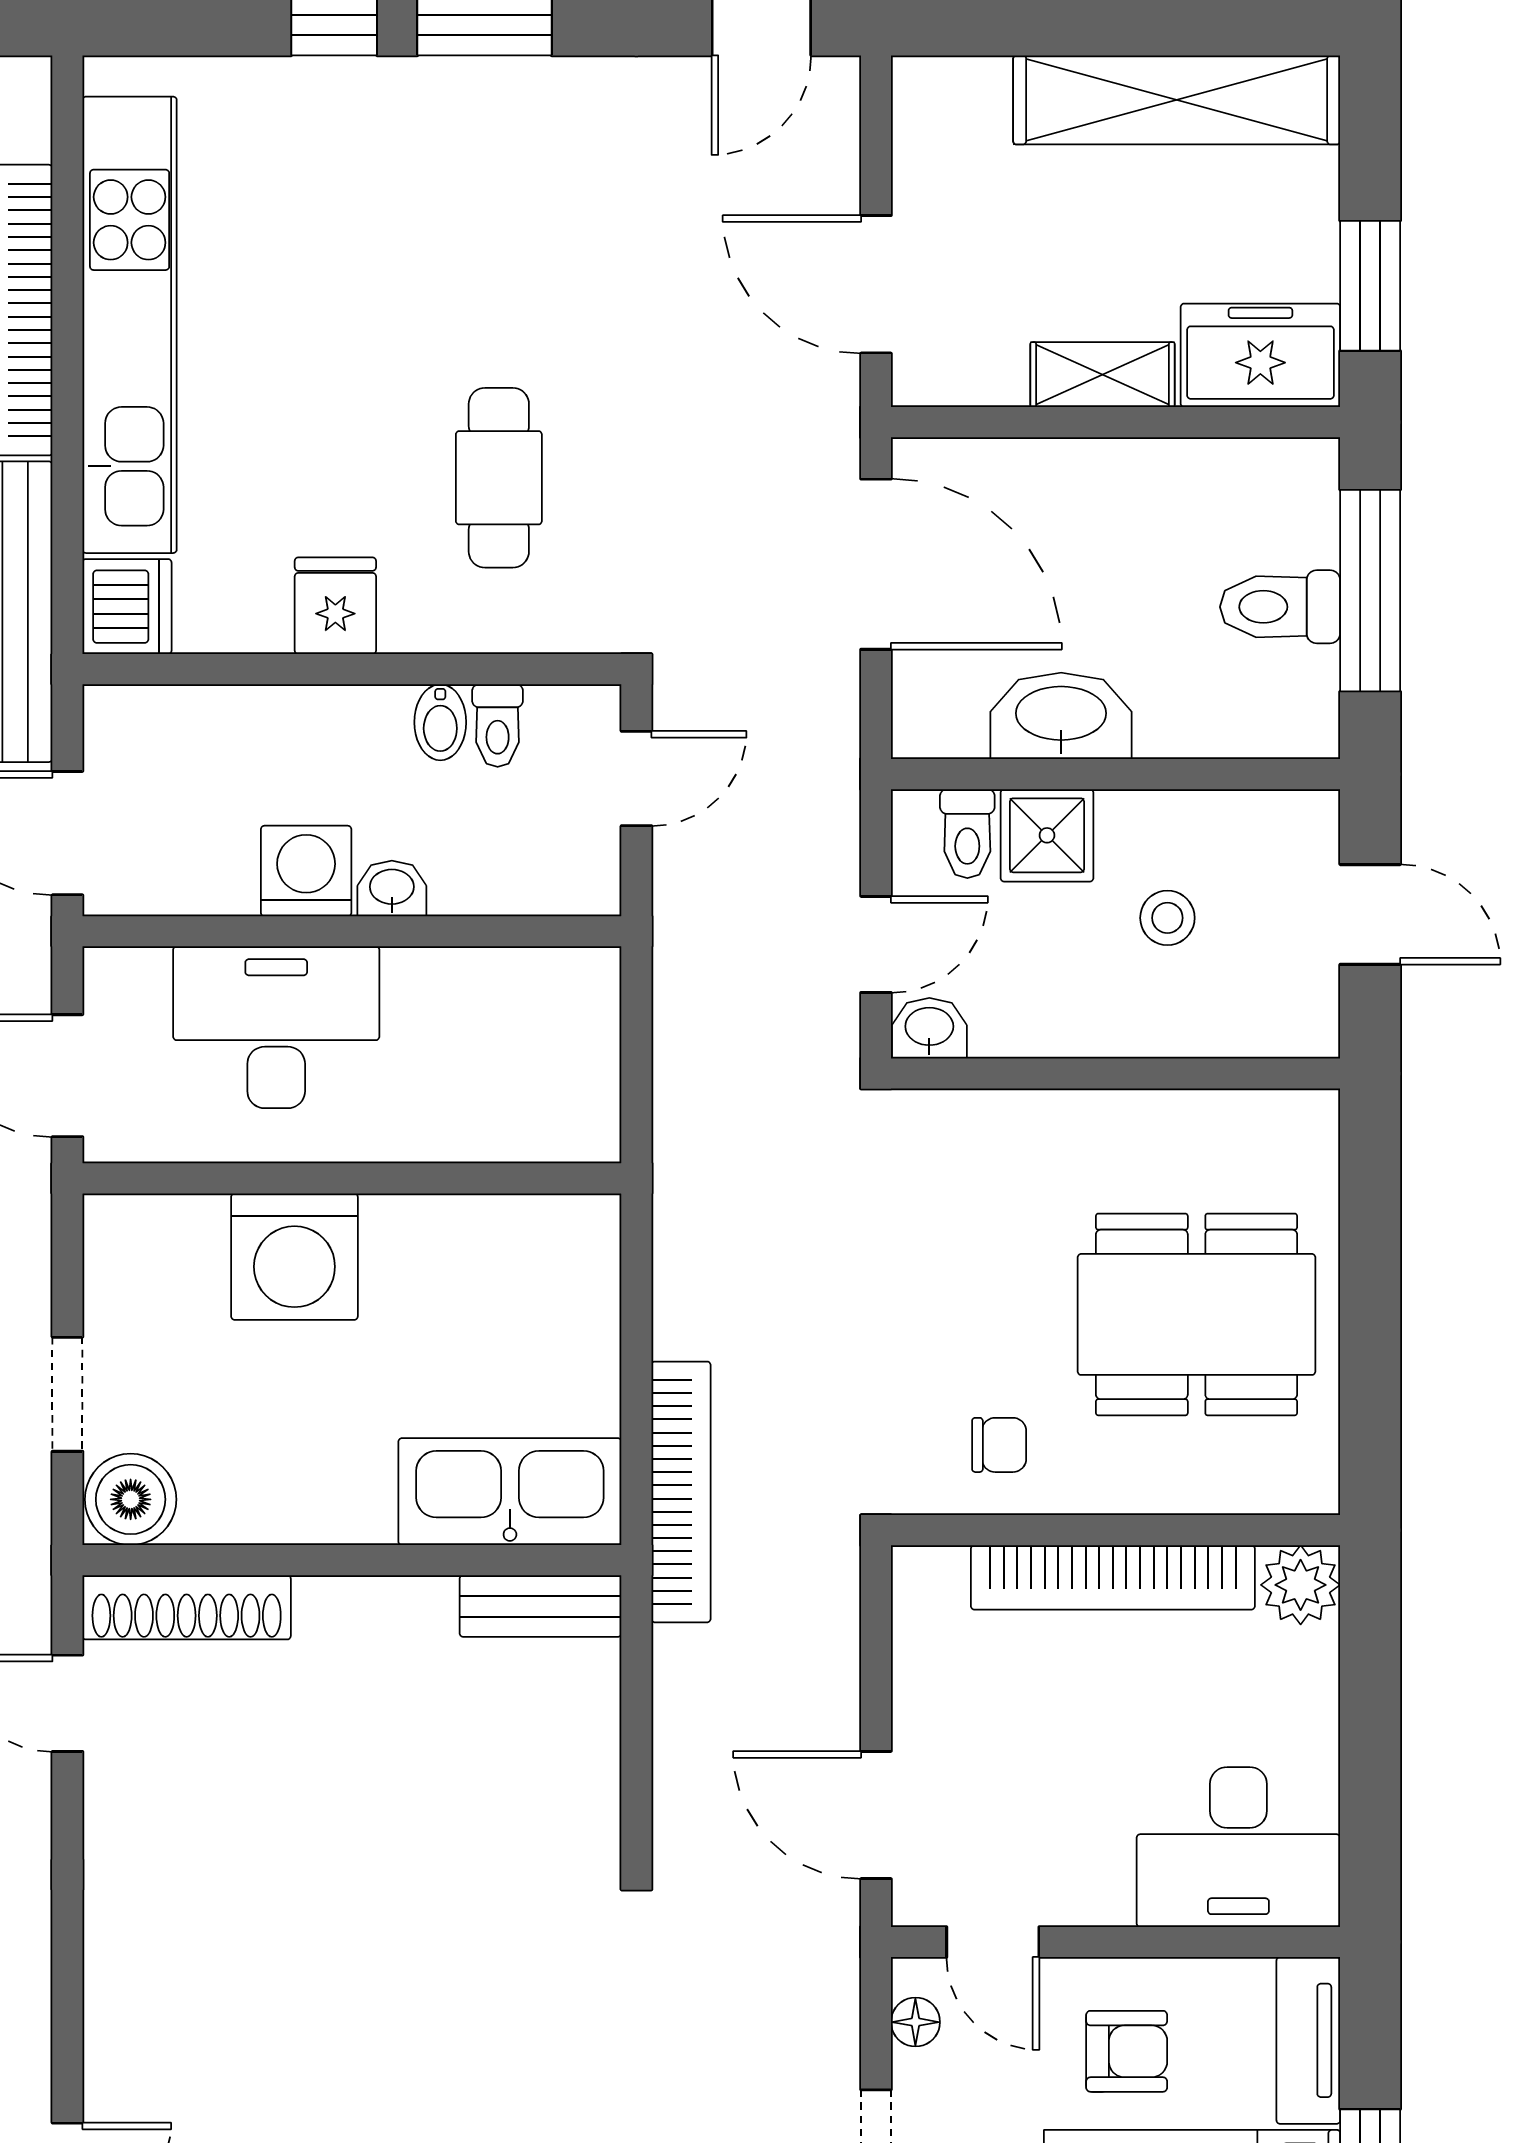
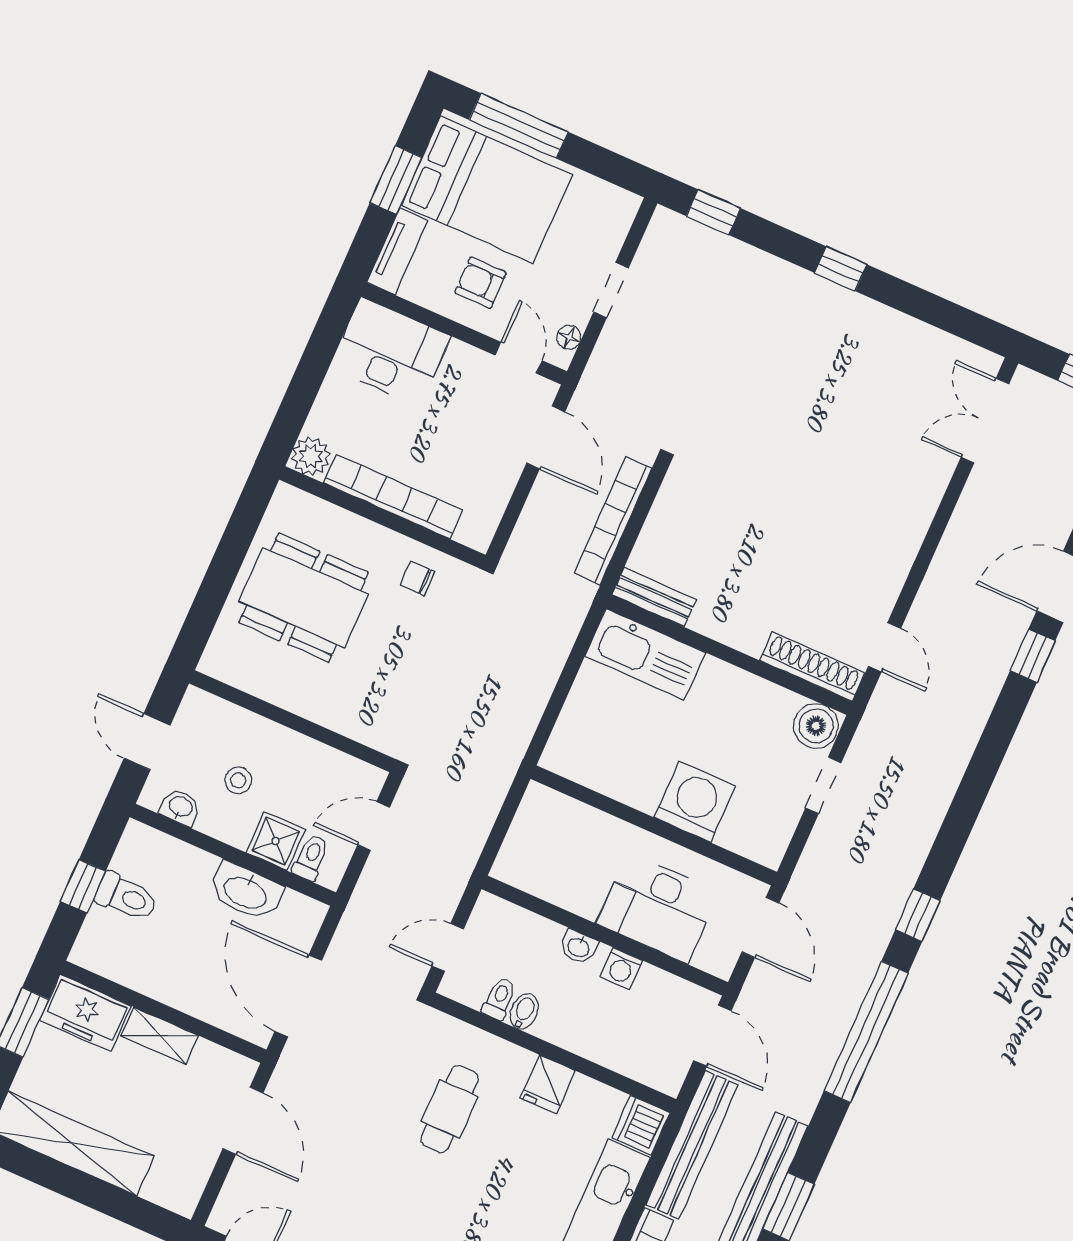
window: (1370, 591) -> (83, 886), width x0.46
washing machine: (306, 871) -> (621, 969), width x0.73, depth x0.73
washbasin: (929, 1028) -> (180, 807), moved, turned 180
bookcase: (681, 1492) -> (613, 521), moved

